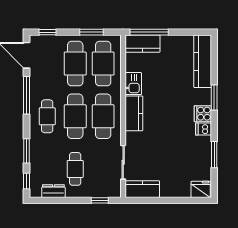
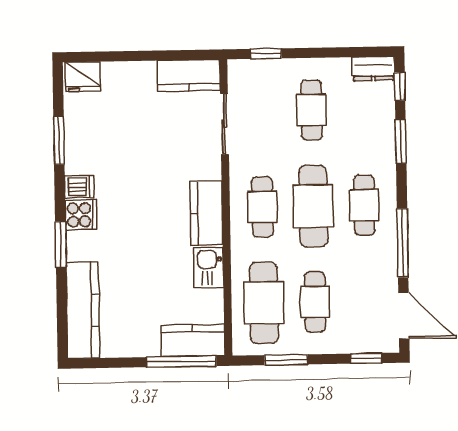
cafe table: (75, 64) -> (315, 302), width x0.73, depth x0.74
cafe table: (103, 116) -> (262, 207), width x0.73, depth x0.74
dresser: (53, 191) -> (373, 69), moved

